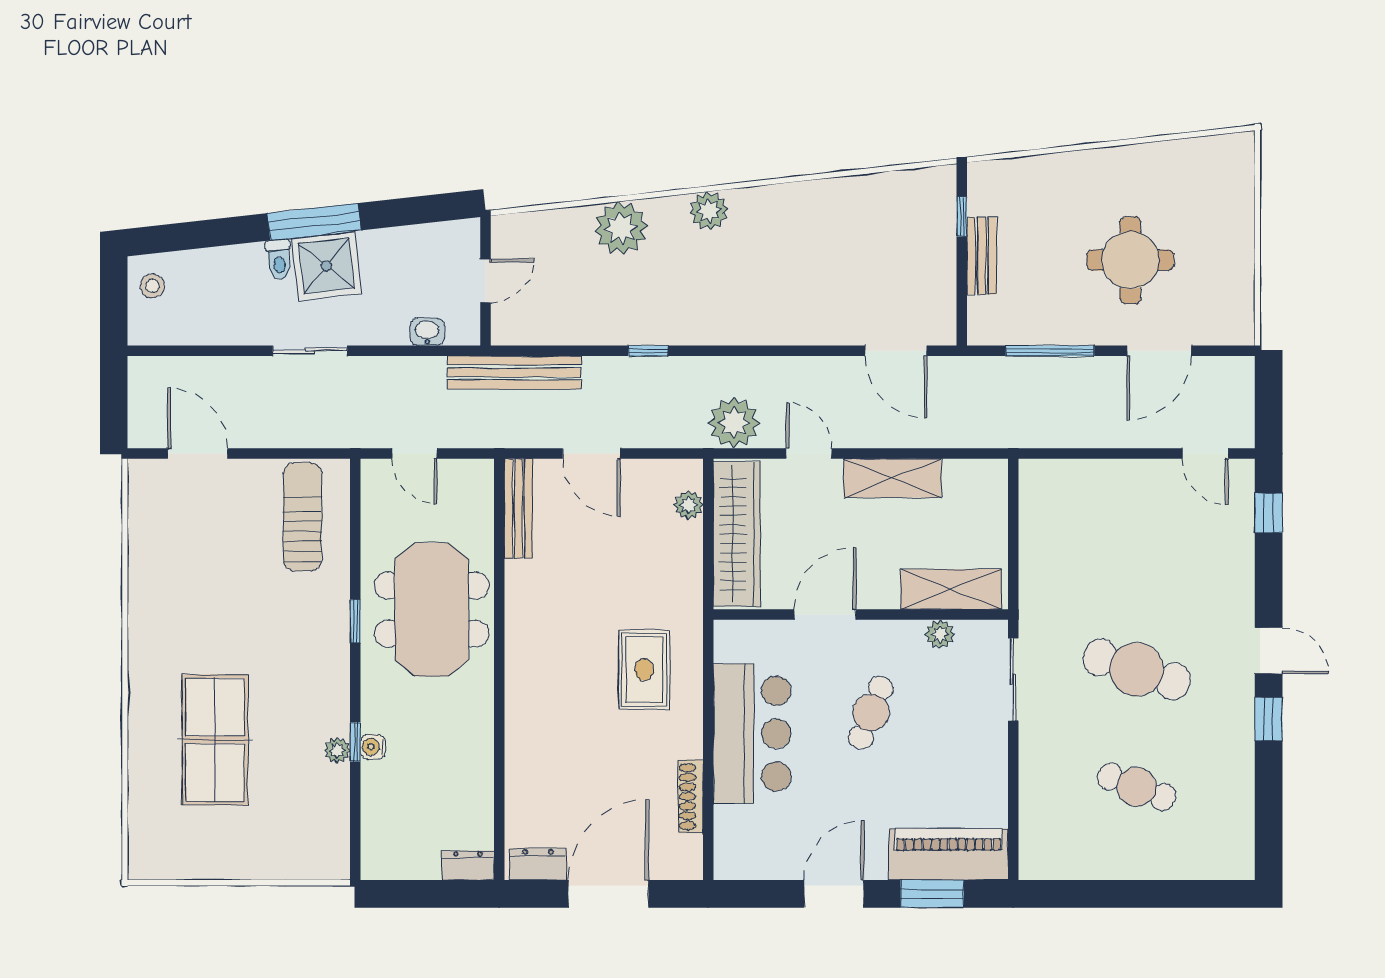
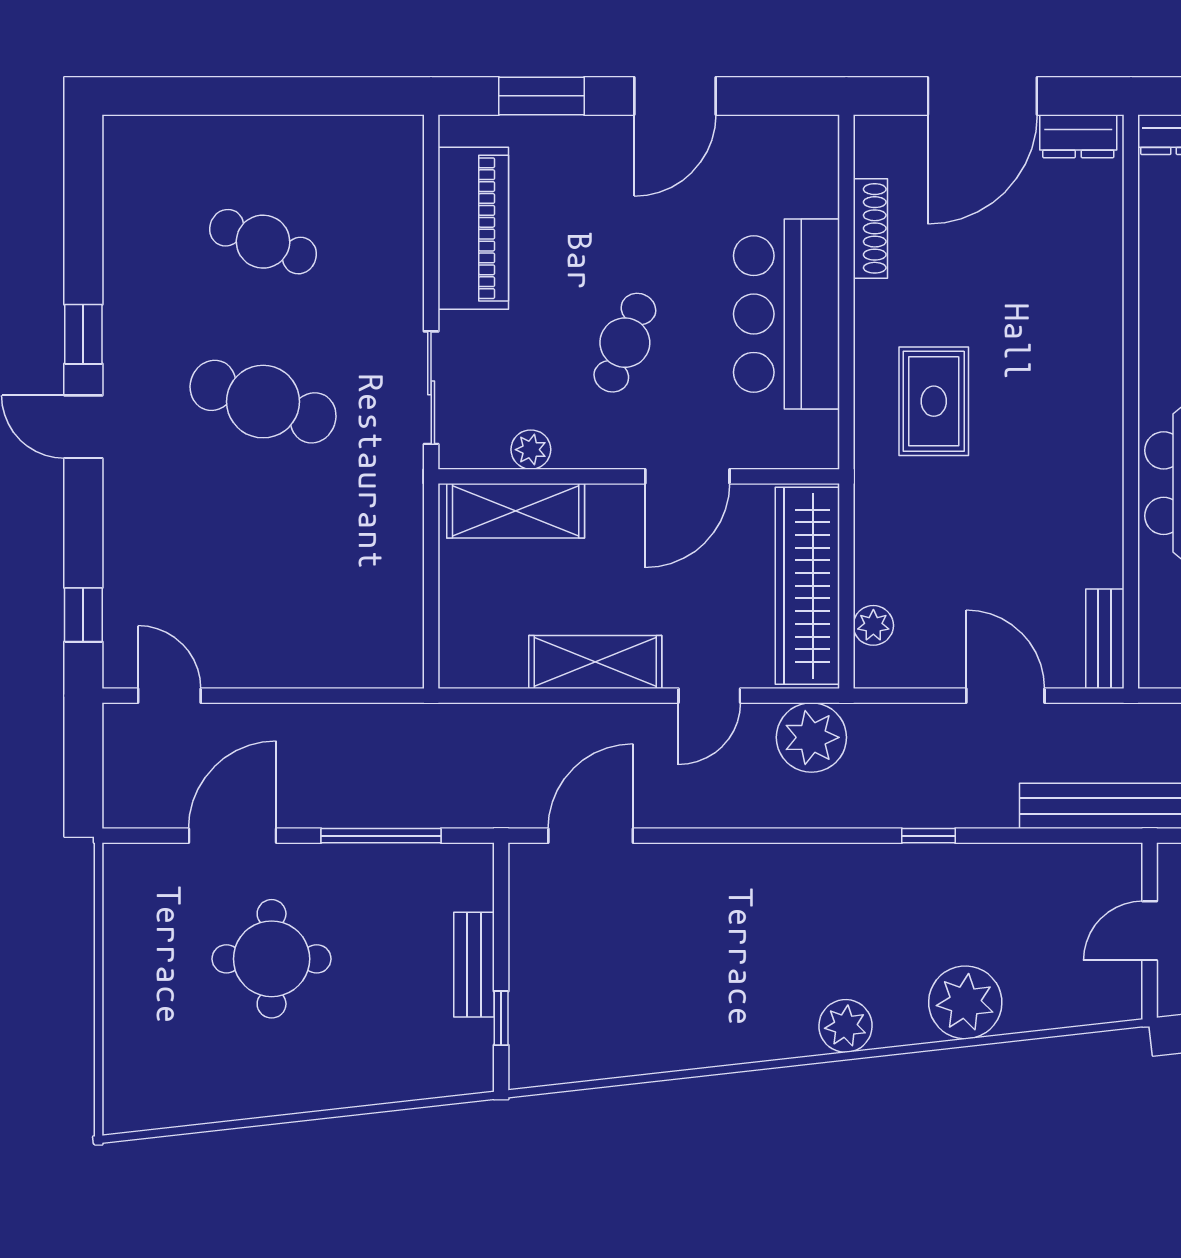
door: (896, 351) -> (591, 836), hinge flipped
door: (809, 453) -> (709, 696), hinge flipped
bench: (518, 509) -> (1105, 639), width x0.73
piano: (949, 854) -> (473, 228), moved, turned -90

